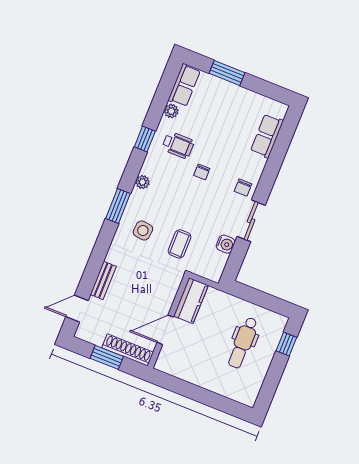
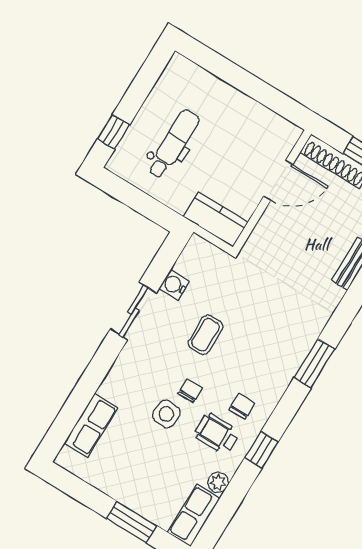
plant: (143, 182) -> (275, 391), removed
chair: (243, 188) -> (242, 406), moved
side table: (143, 231) -> (166, 414), moved
coffee table: (180, 244) -> (205, 335), moved
kitchen counter: (191, 301) -> (216, 219), moved, turned 90

